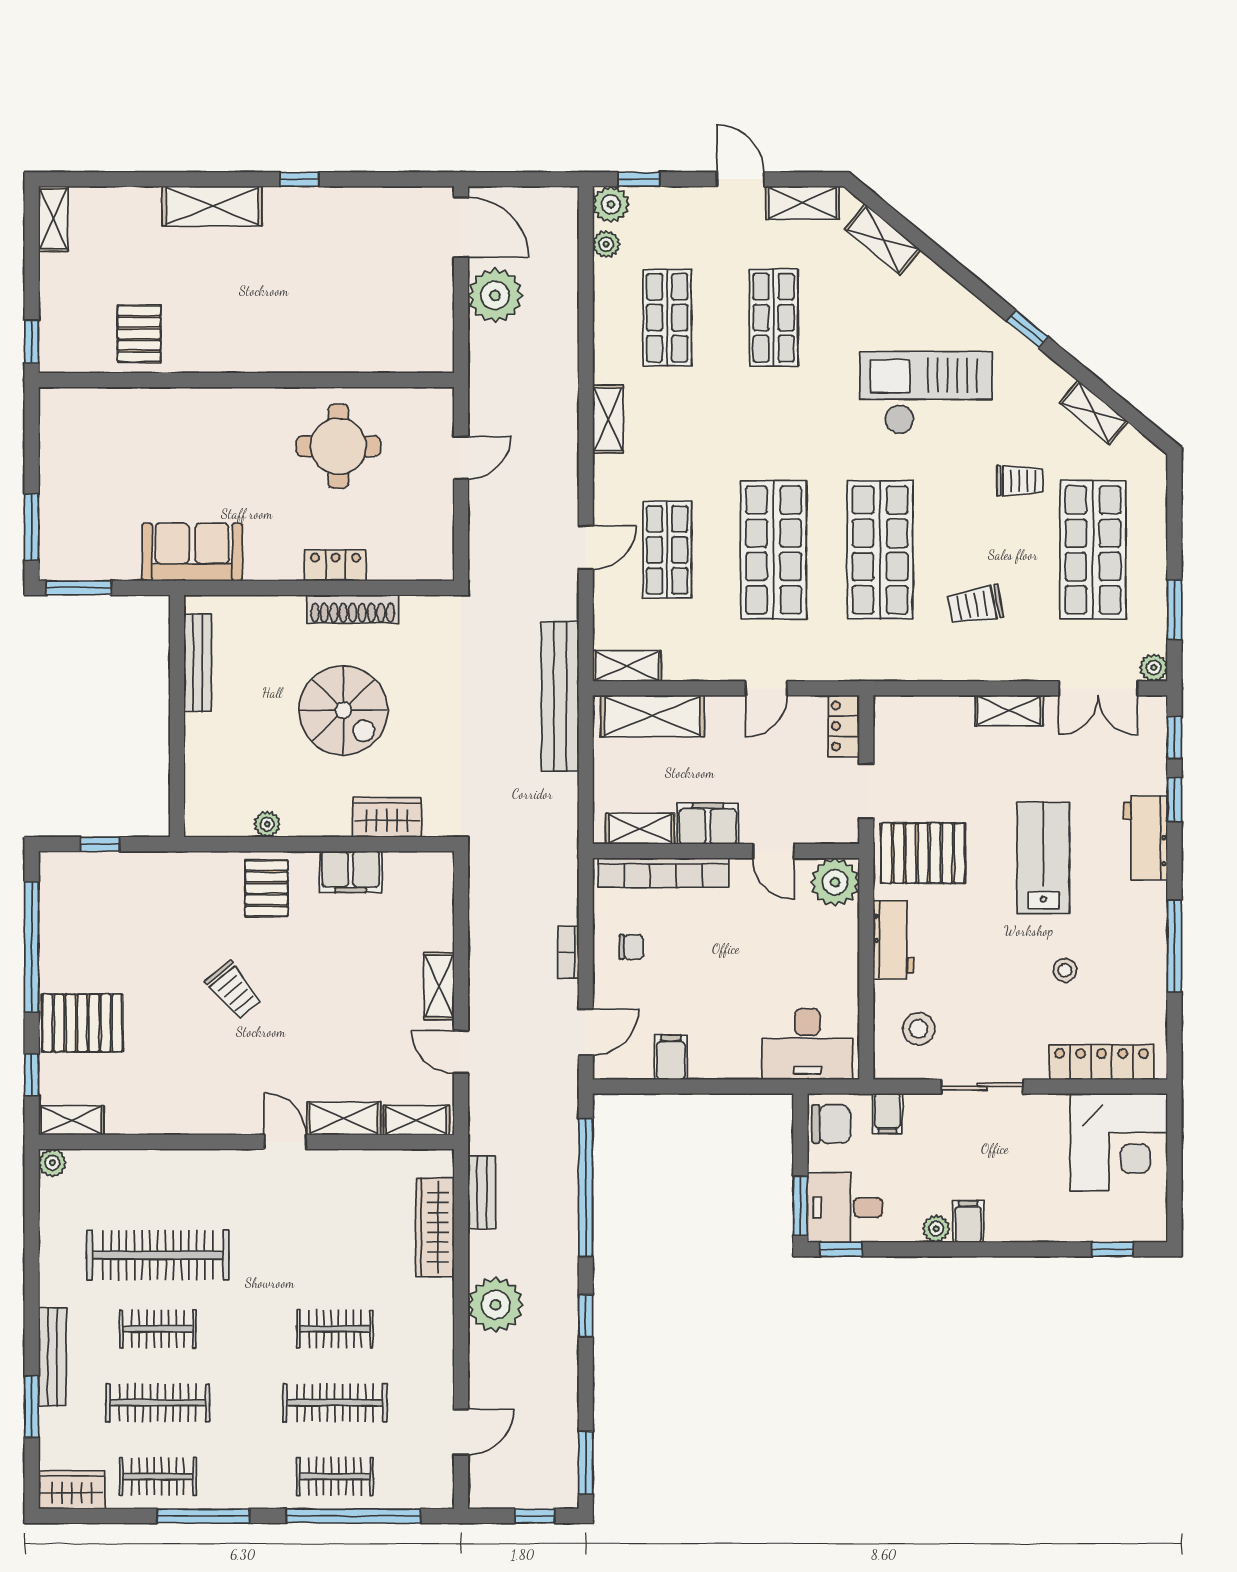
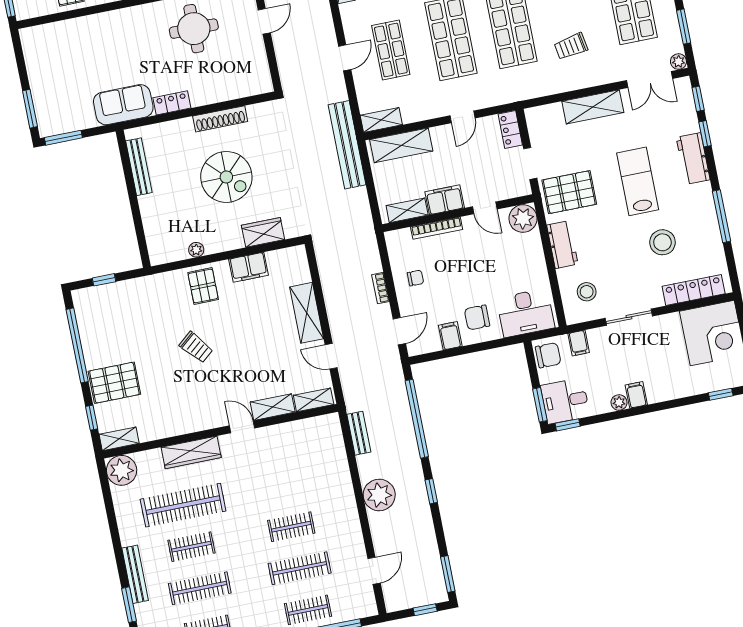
locker: (335, 565) -> (172, 103), moved
shelving: (1009, 710) -> (593, 107), width x1.50, depth x1.33
bookcase: (663, 873) -> (437, 228), width x0.68, depth x0.76
stool: (1065, 970) -> (662, 242), width x1.89, depth x1.89
shelving: (439, 986) -> (307, 313), width x1.50, depth x1.33
chair: (723, 1035) -> (477, 317), added
plant: (52, 1163) -> (122, 470), width x1.87, depth x1.87
wardrobe: (435, 1227) -> (191, 452), moved, turned -90

